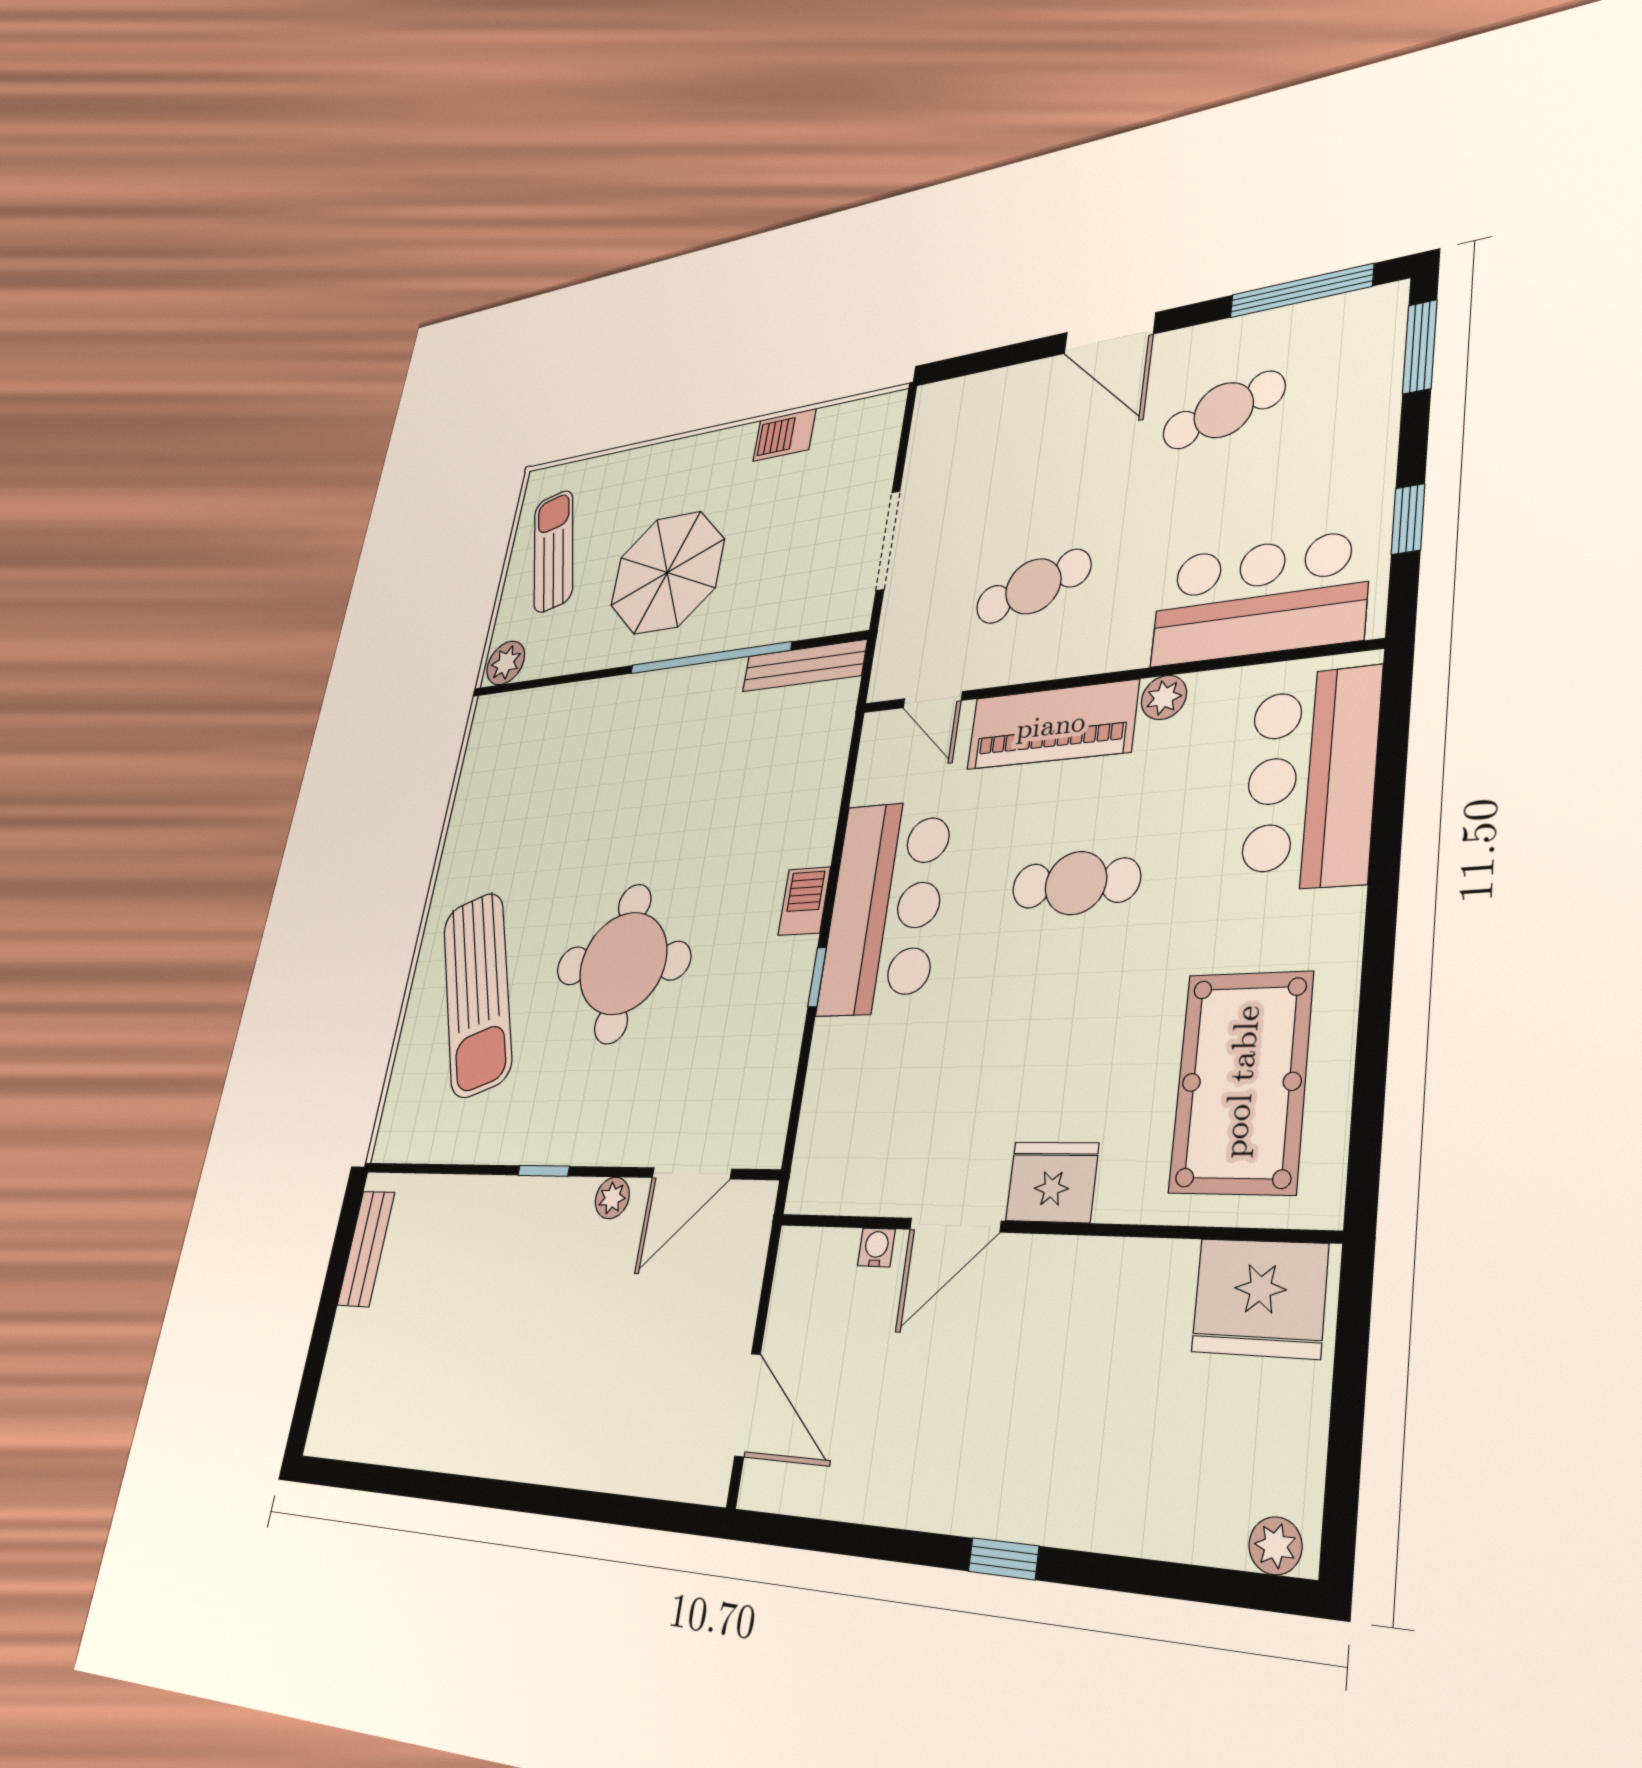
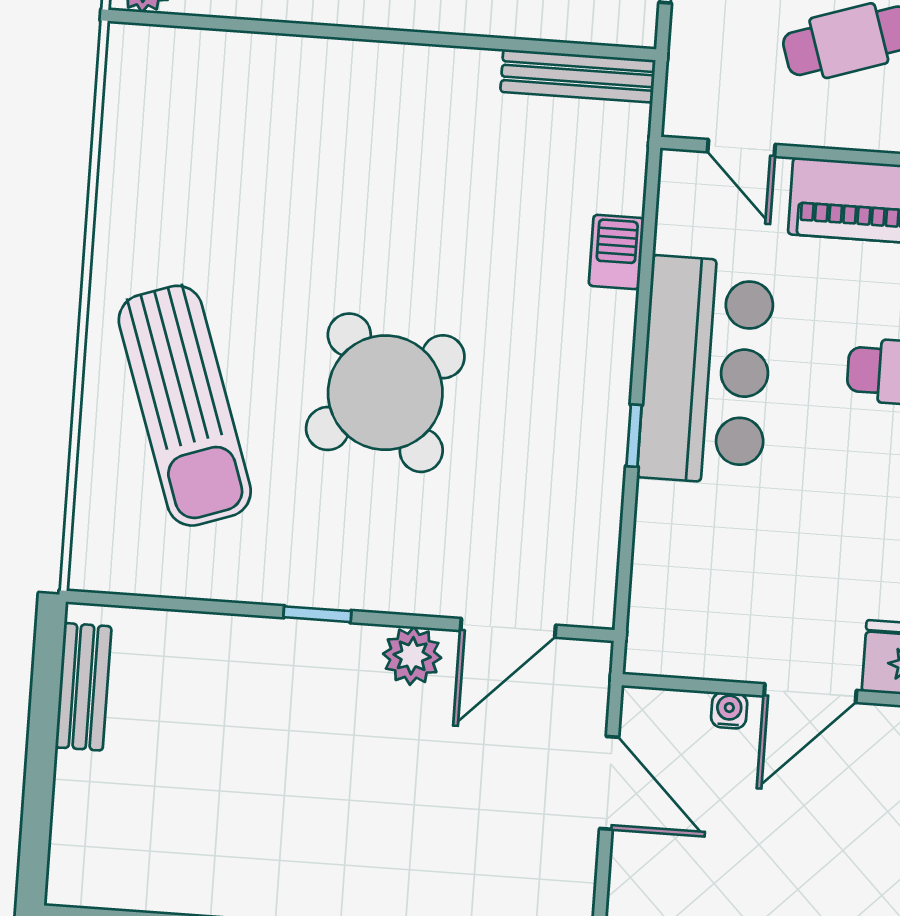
window: (710, 658) -> (449, 40), removed
barbecue: (804, 901) -> (616, 252), moved
round table: (623, 963) -> (385, 393), turned -36
plant: (612, 1198) -> (412, 656), width x1.38, depth x1.38
door: (748, 1405) -> (609, 783), moved

